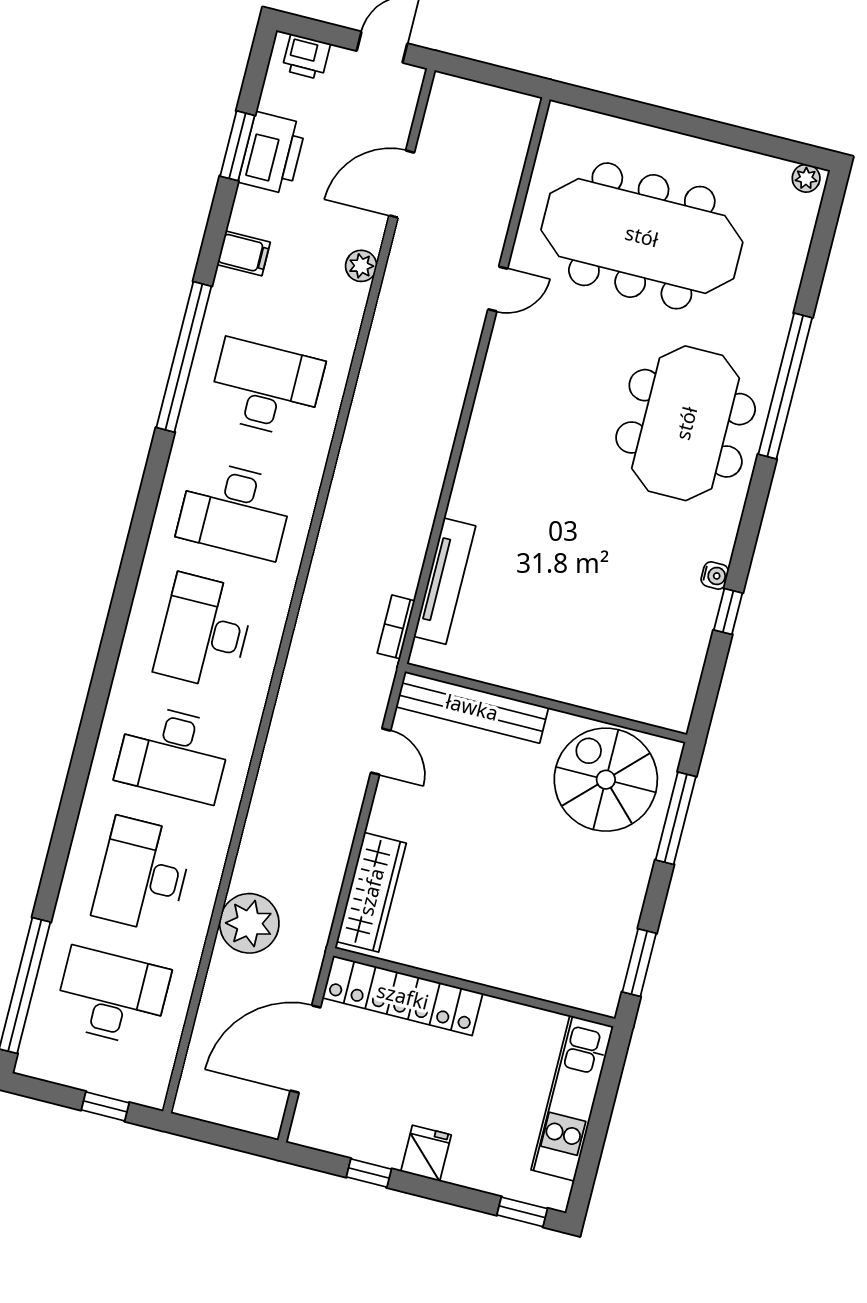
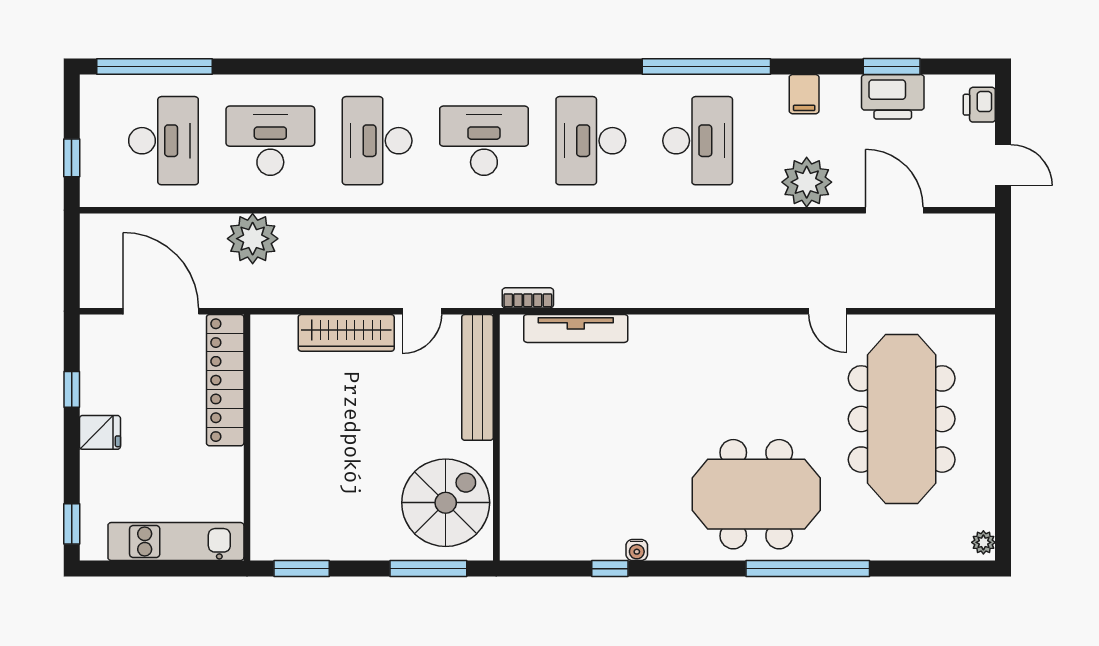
plant: (361, 266) -> (807, 182), width x1.88, depth x1.88
wardrobe: (371, 892) -> (346, 333), moved

